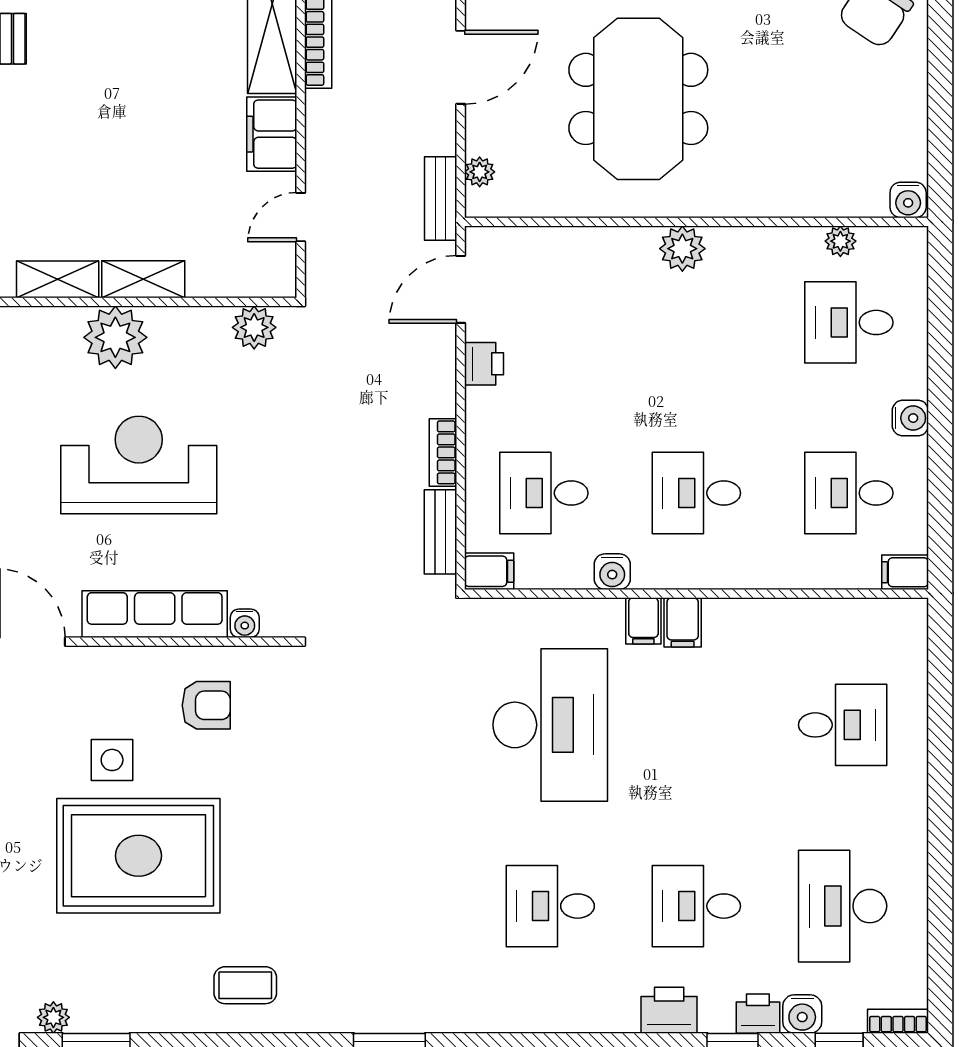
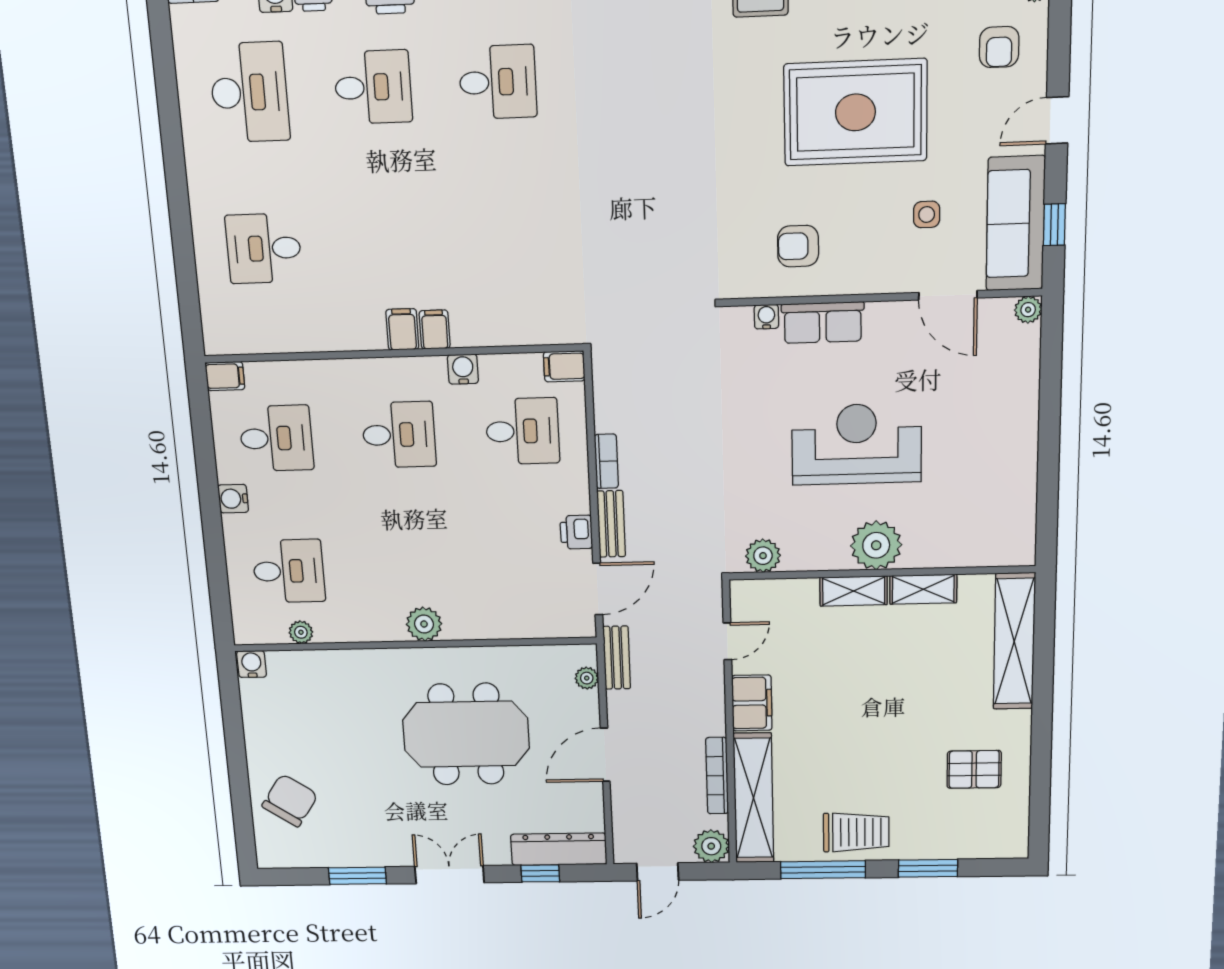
meeting table: (638, 99) -> (466, 734), turned 90
reception desk: (139, 465) -> (857, 444), turned 180
bench: (440, 532) -> (611, 524), moved
row of seats: (155, 614) -> (823, 323), width x0.68
desk: (550, 725) -> (507, 240), removed
side table: (112, 760) -> (927, 214), moved, width x0.73, depth x0.73

